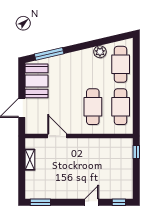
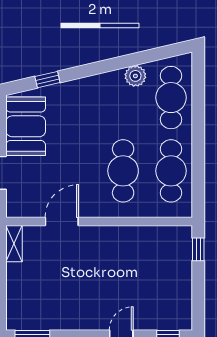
window: (49, 54) -> (47, 80), width x0.46
door: (57, 136) -> (62, 222), hinge flipped
shelving: (30, 160) -> (14, 244), moved

